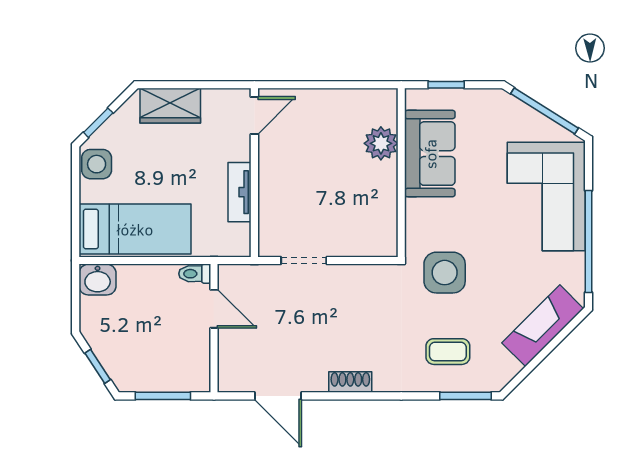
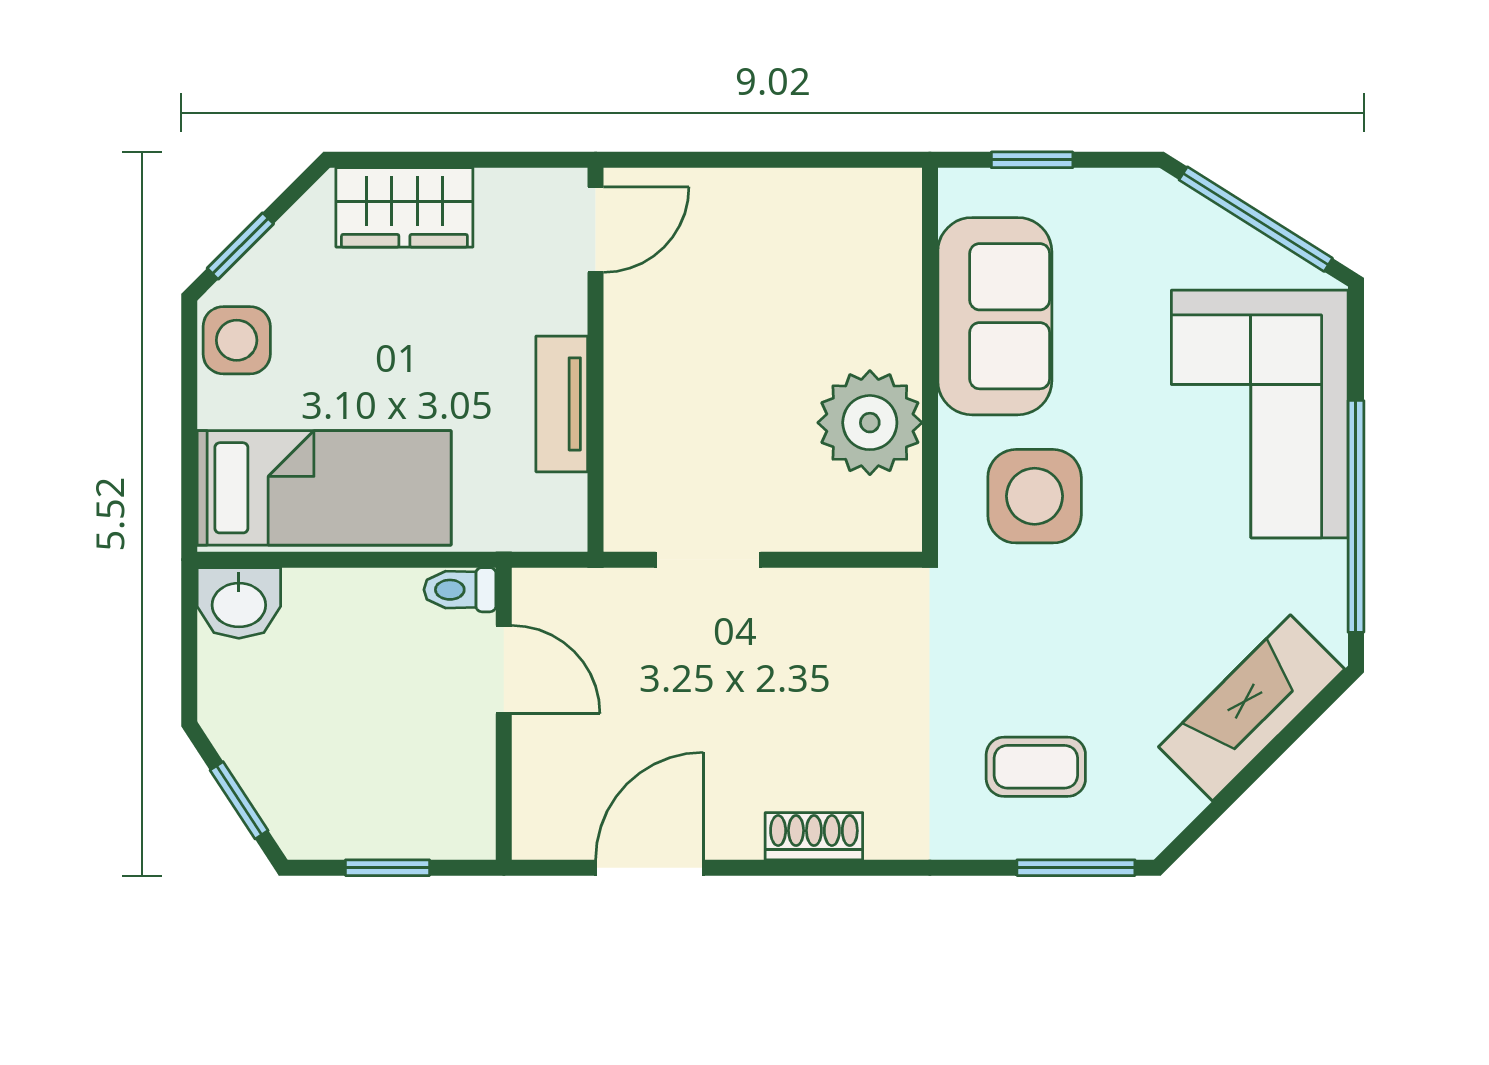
plant: (381, 143) -> (870, 423), moved, width x1.36, depth x1.36
side table: (445, 273) -> (1035, 496), moved
window: (163, 396) -> (387, 868), width x0.67
door: (278, 396) -> (649, 868), swing flipped

